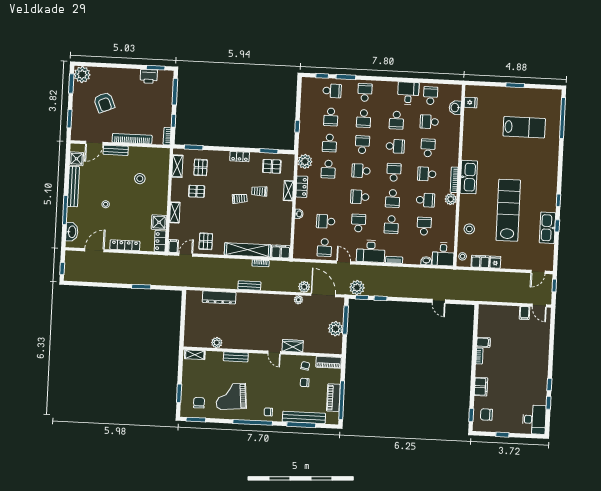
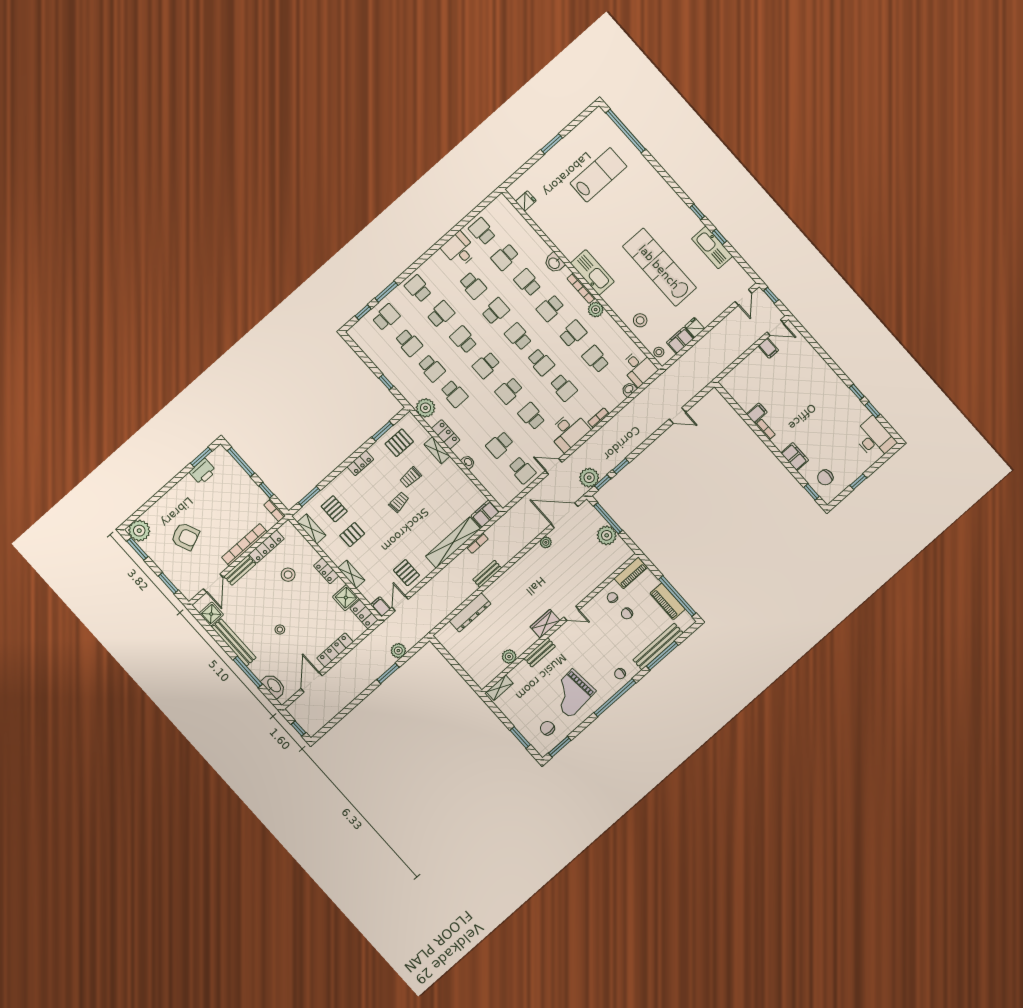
washbasin: (455, 108) -> (554, 263), moved
school desk: (364, 119) -> (441, 314), turned -90
locker: (143, 152) -> (266, 547), added
locker: (163, 197) -> (326, 571), added
plant: (304, 287) -> (398, 651), moved
wardrobe: (293, 346) -> (545, 624), moved

